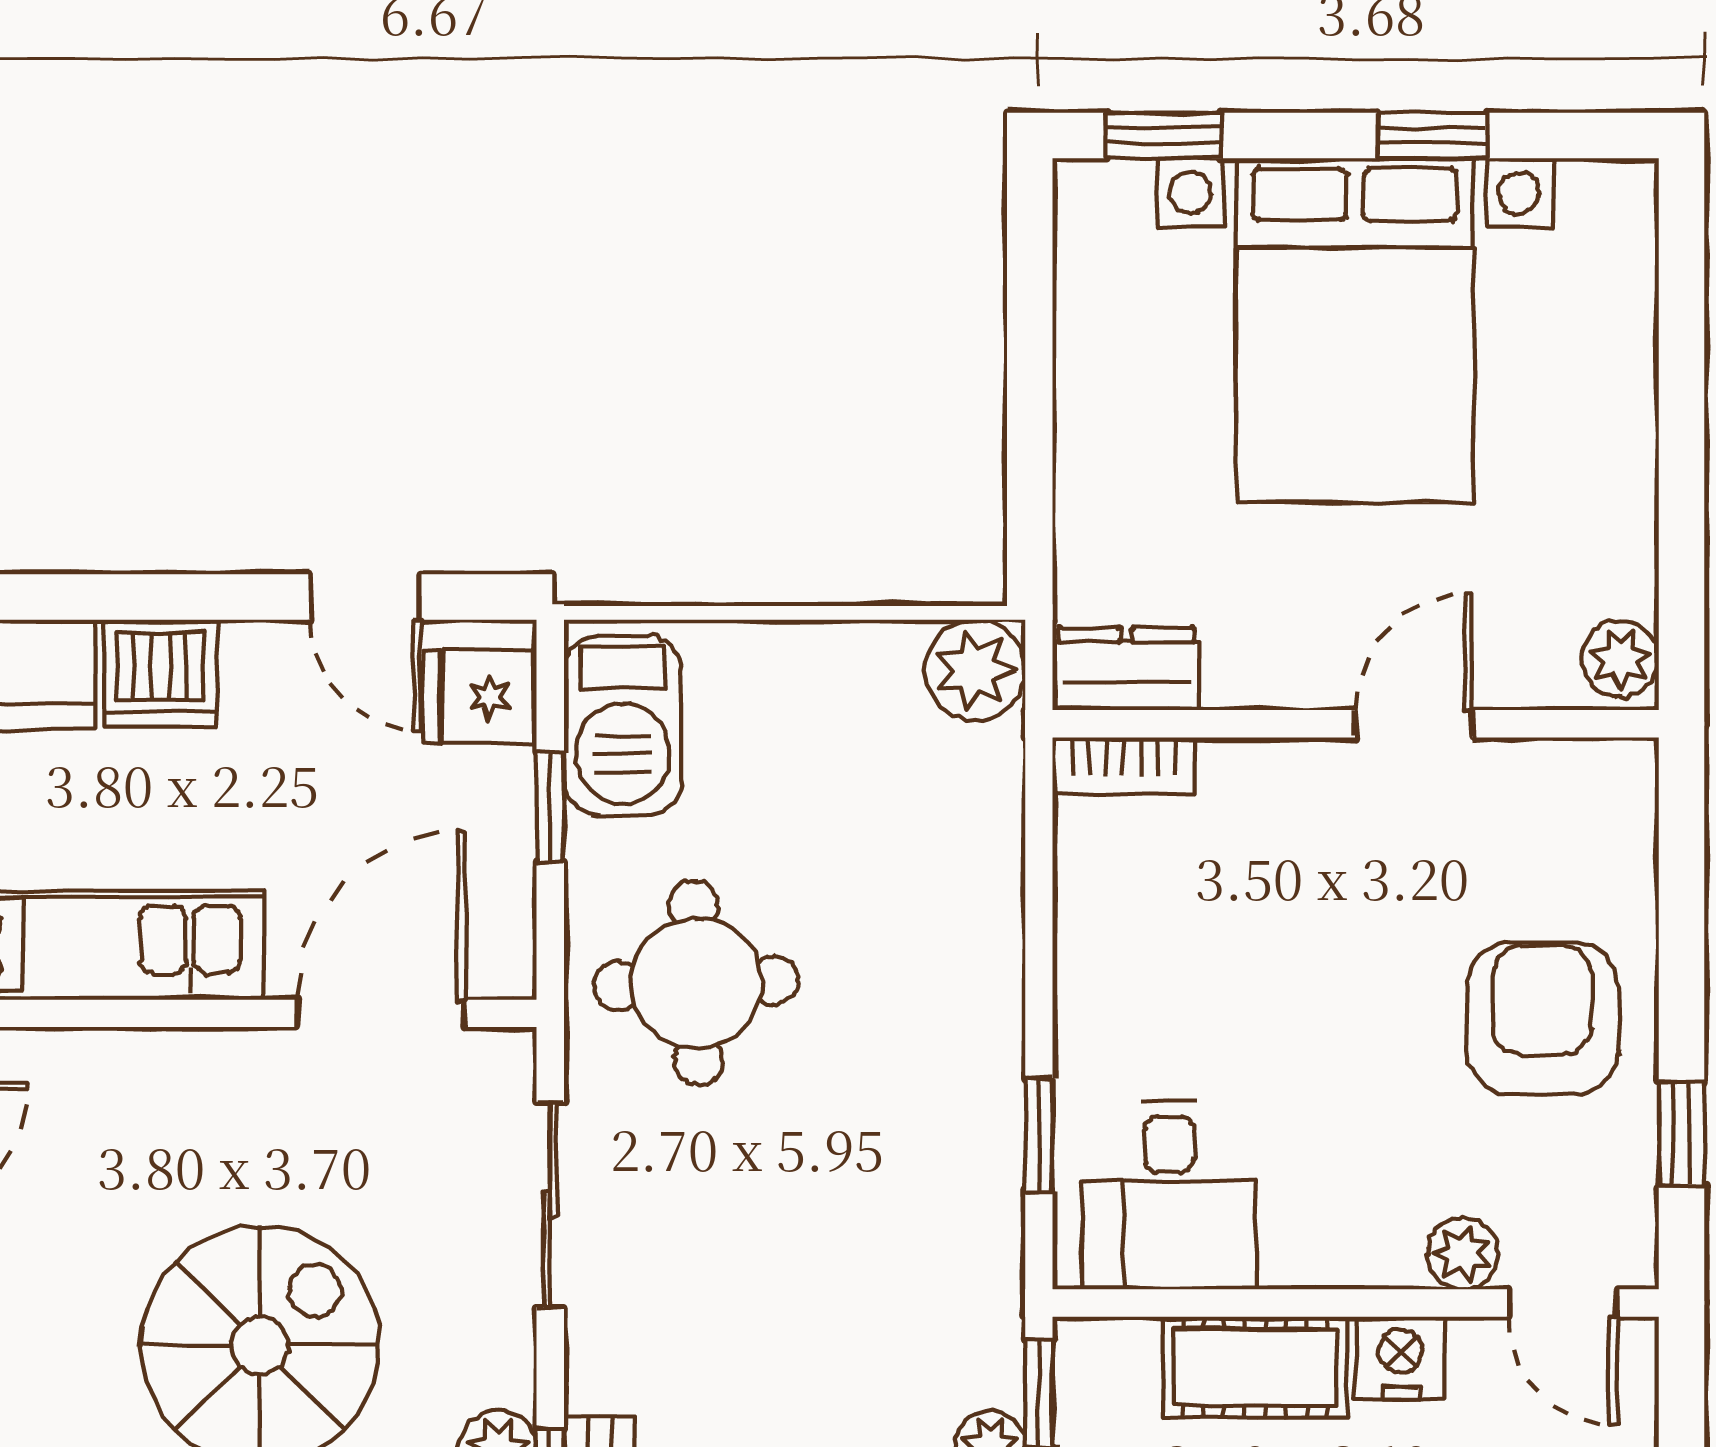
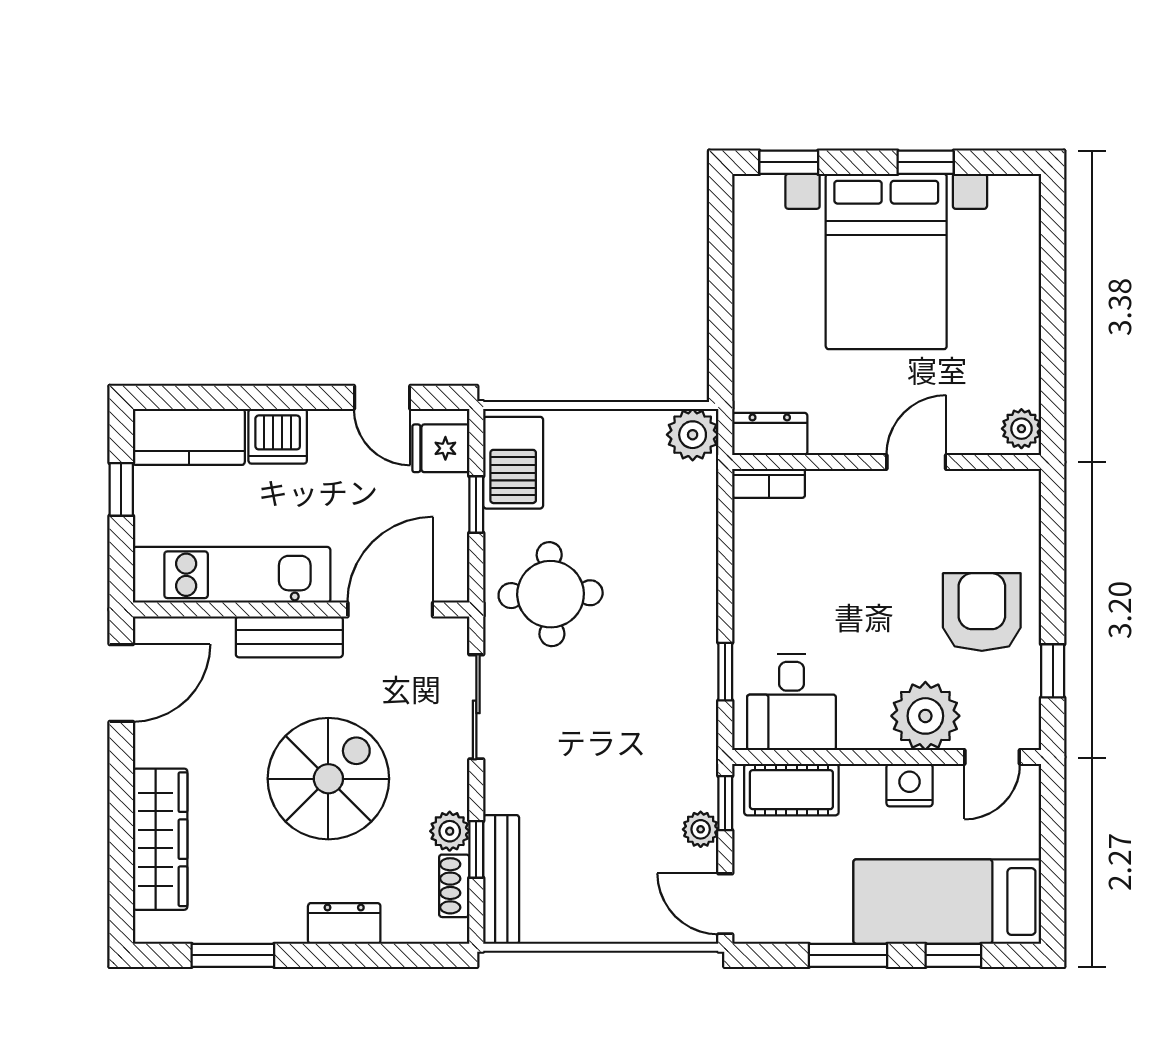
bench: (183, 1067) -> (289, 637), added
plant: (1463, 1254) -> (925, 716), width x1.88, depth x1.88
door: (1563, 1303) -> (992, 757), hinge flipped
cot: (1255, 1367) -> (791, 790), moved

